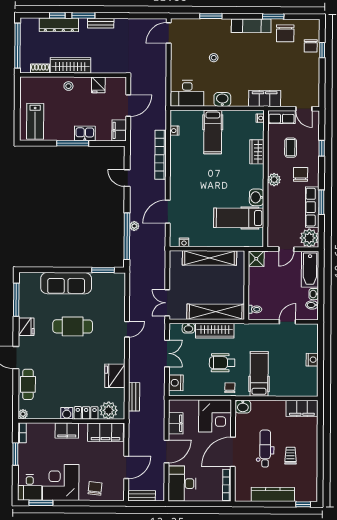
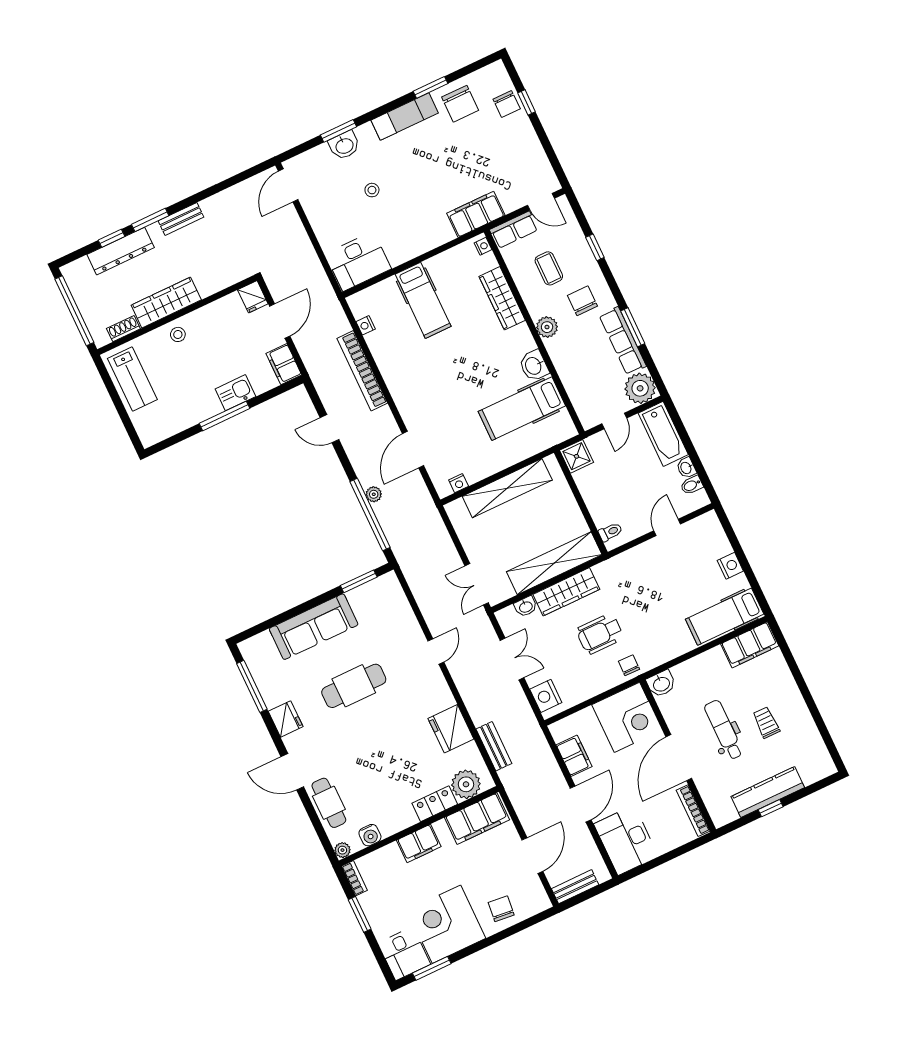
fridge: (98, 85) -> (253, 297), moved
washbasin: (222, 99) -> (344, 145), moved, turned 180
lab bench: (35, 121) -> (132, 379), moved
wardrobe: (257, 152) -> (502, 298), width x1.50
hospital bed: (259, 374) -> (725, 617), moved, turned -90
water cooler: (67, 413) -> (370, 835), moved
window: (303, 504) -> (771, 808), moved

